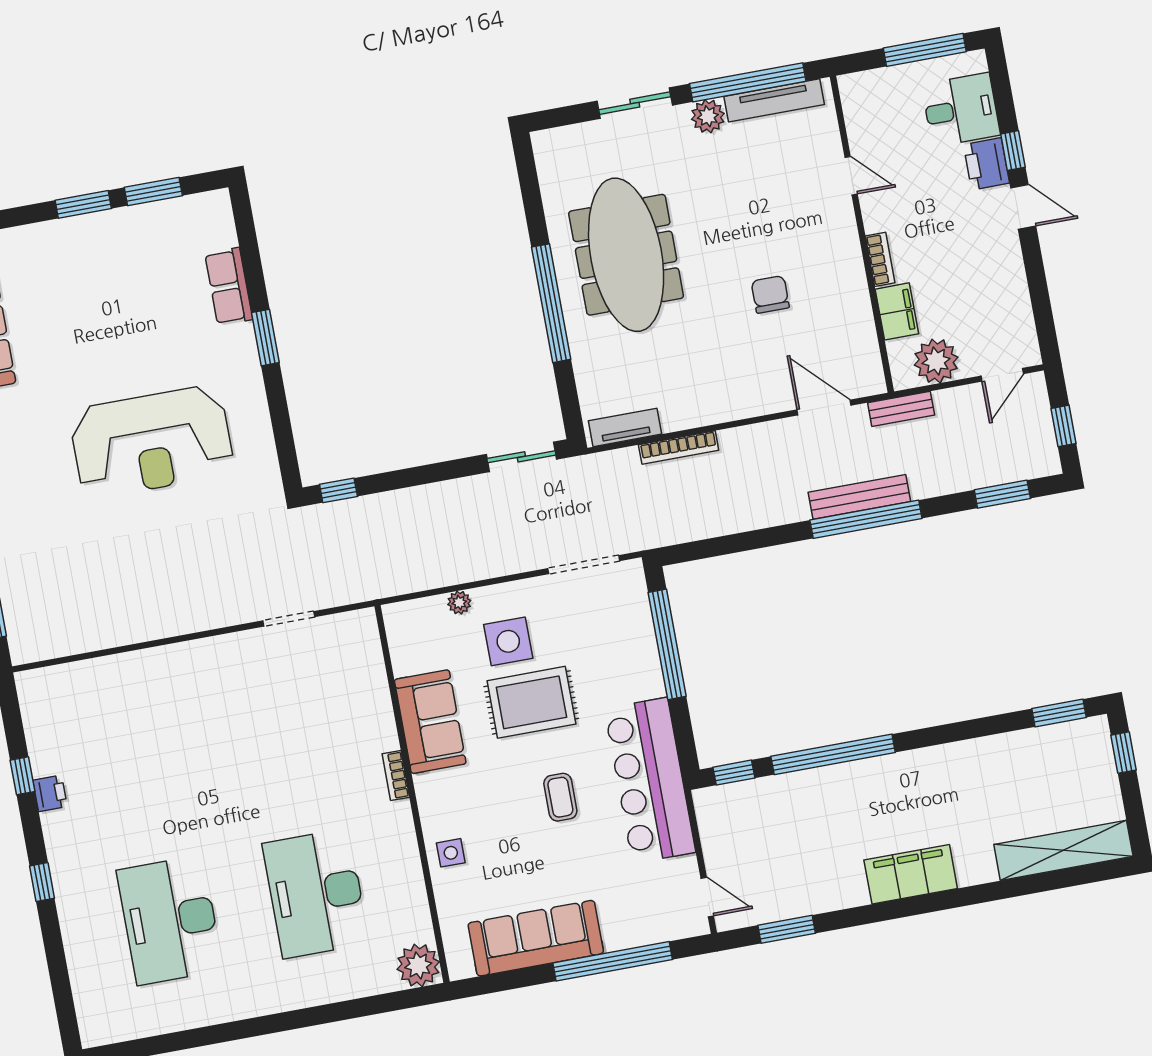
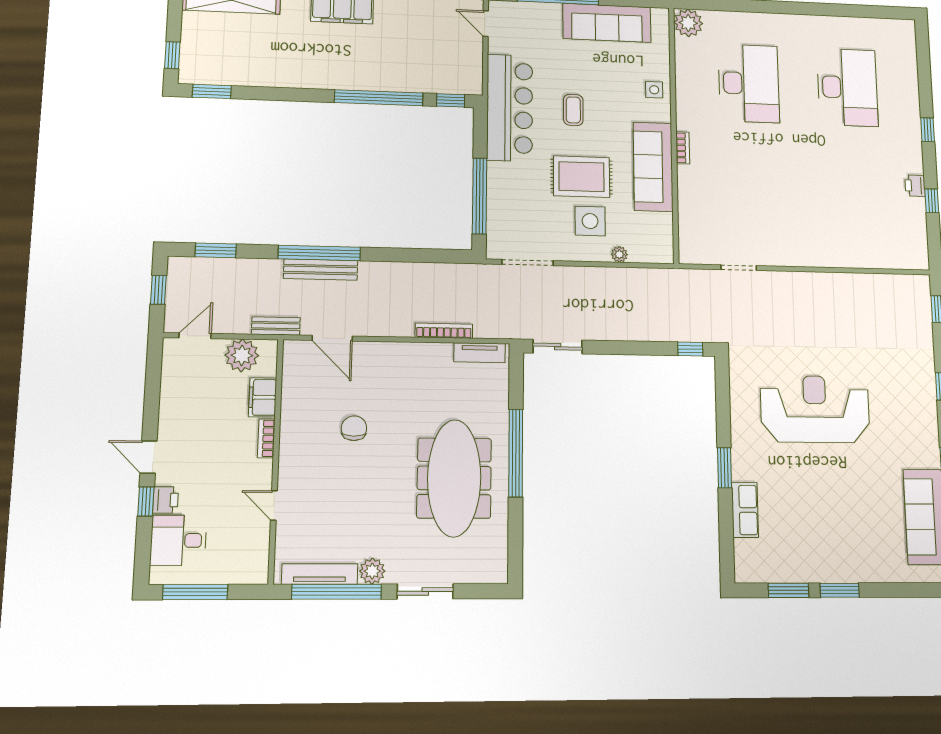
printer: (986, 164) -> (166, 500), width x0.73, depth x0.81
chair: (770, 294) -> (354, 428), turned 180
sofa: (430, 722) -> (653, 167), width x1.36

